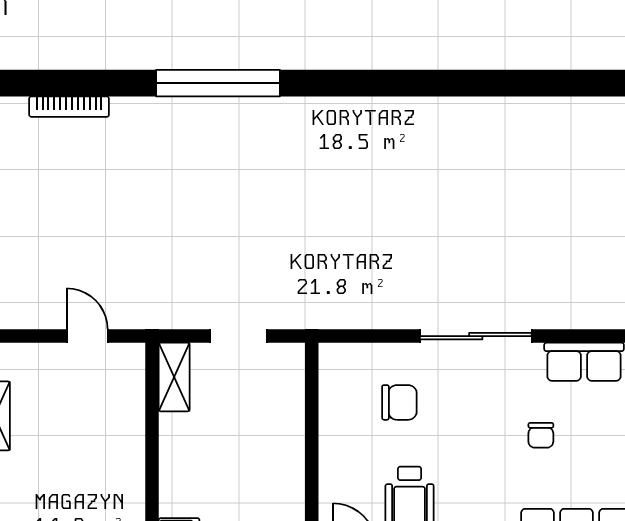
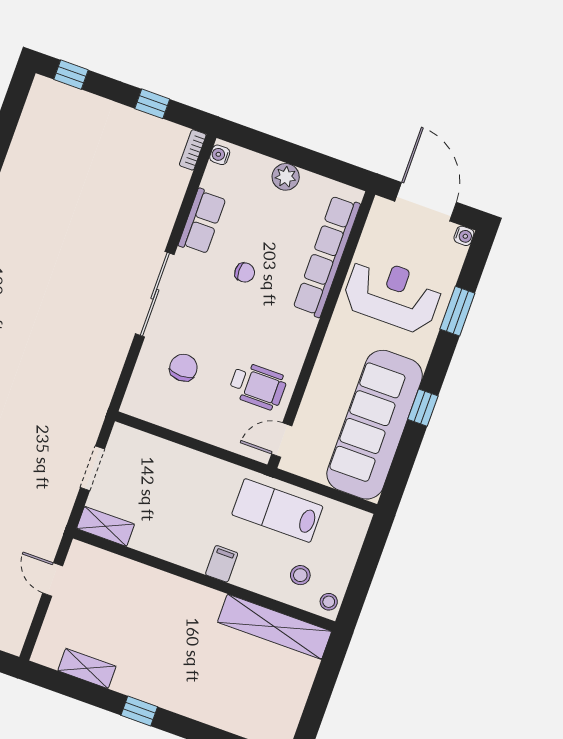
door: (87, 336) -> (53, 579), hinge flipped

